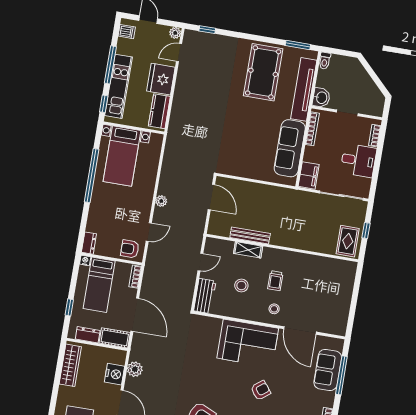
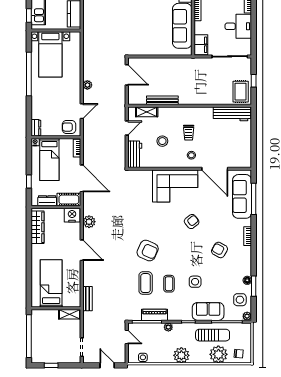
shelving: (248, 250) -> (147, 112), moved
workbench: (333, 267) -> (232, 114), added
sofa: (328, 370) -> (242, 196), width x1.36
nightstand: (115, 374) -> (72, 215), moved, turned -90

